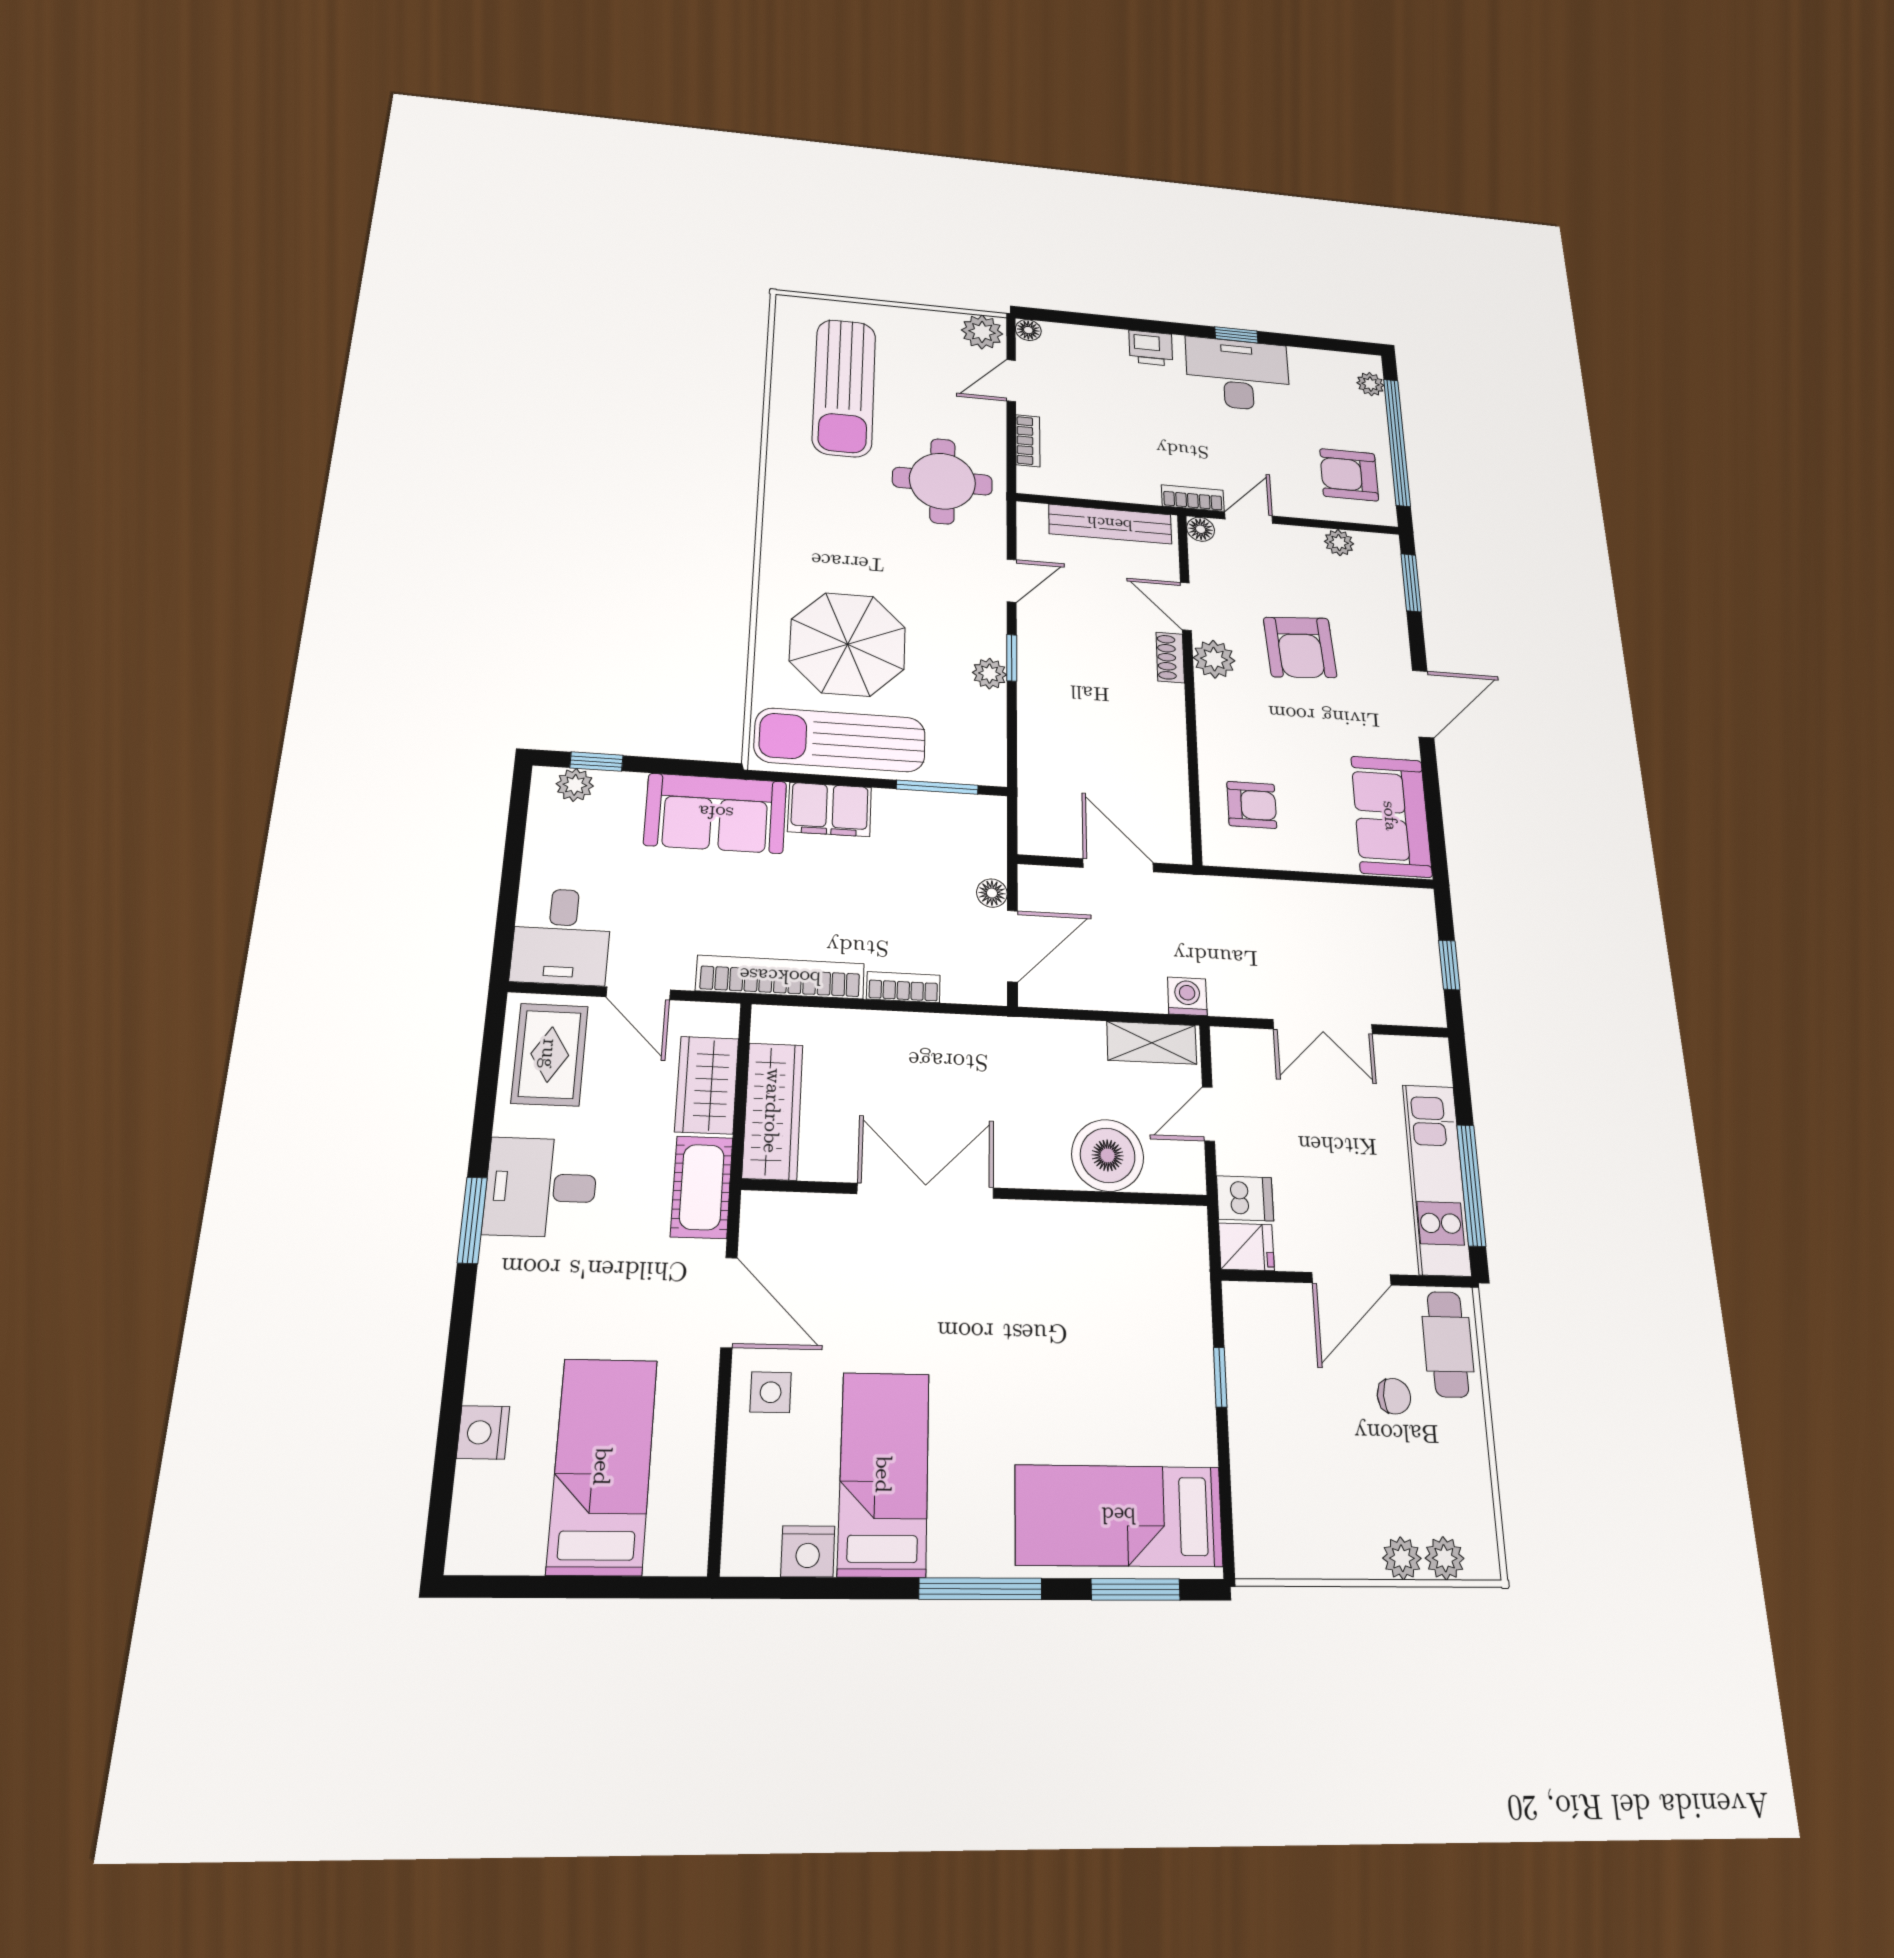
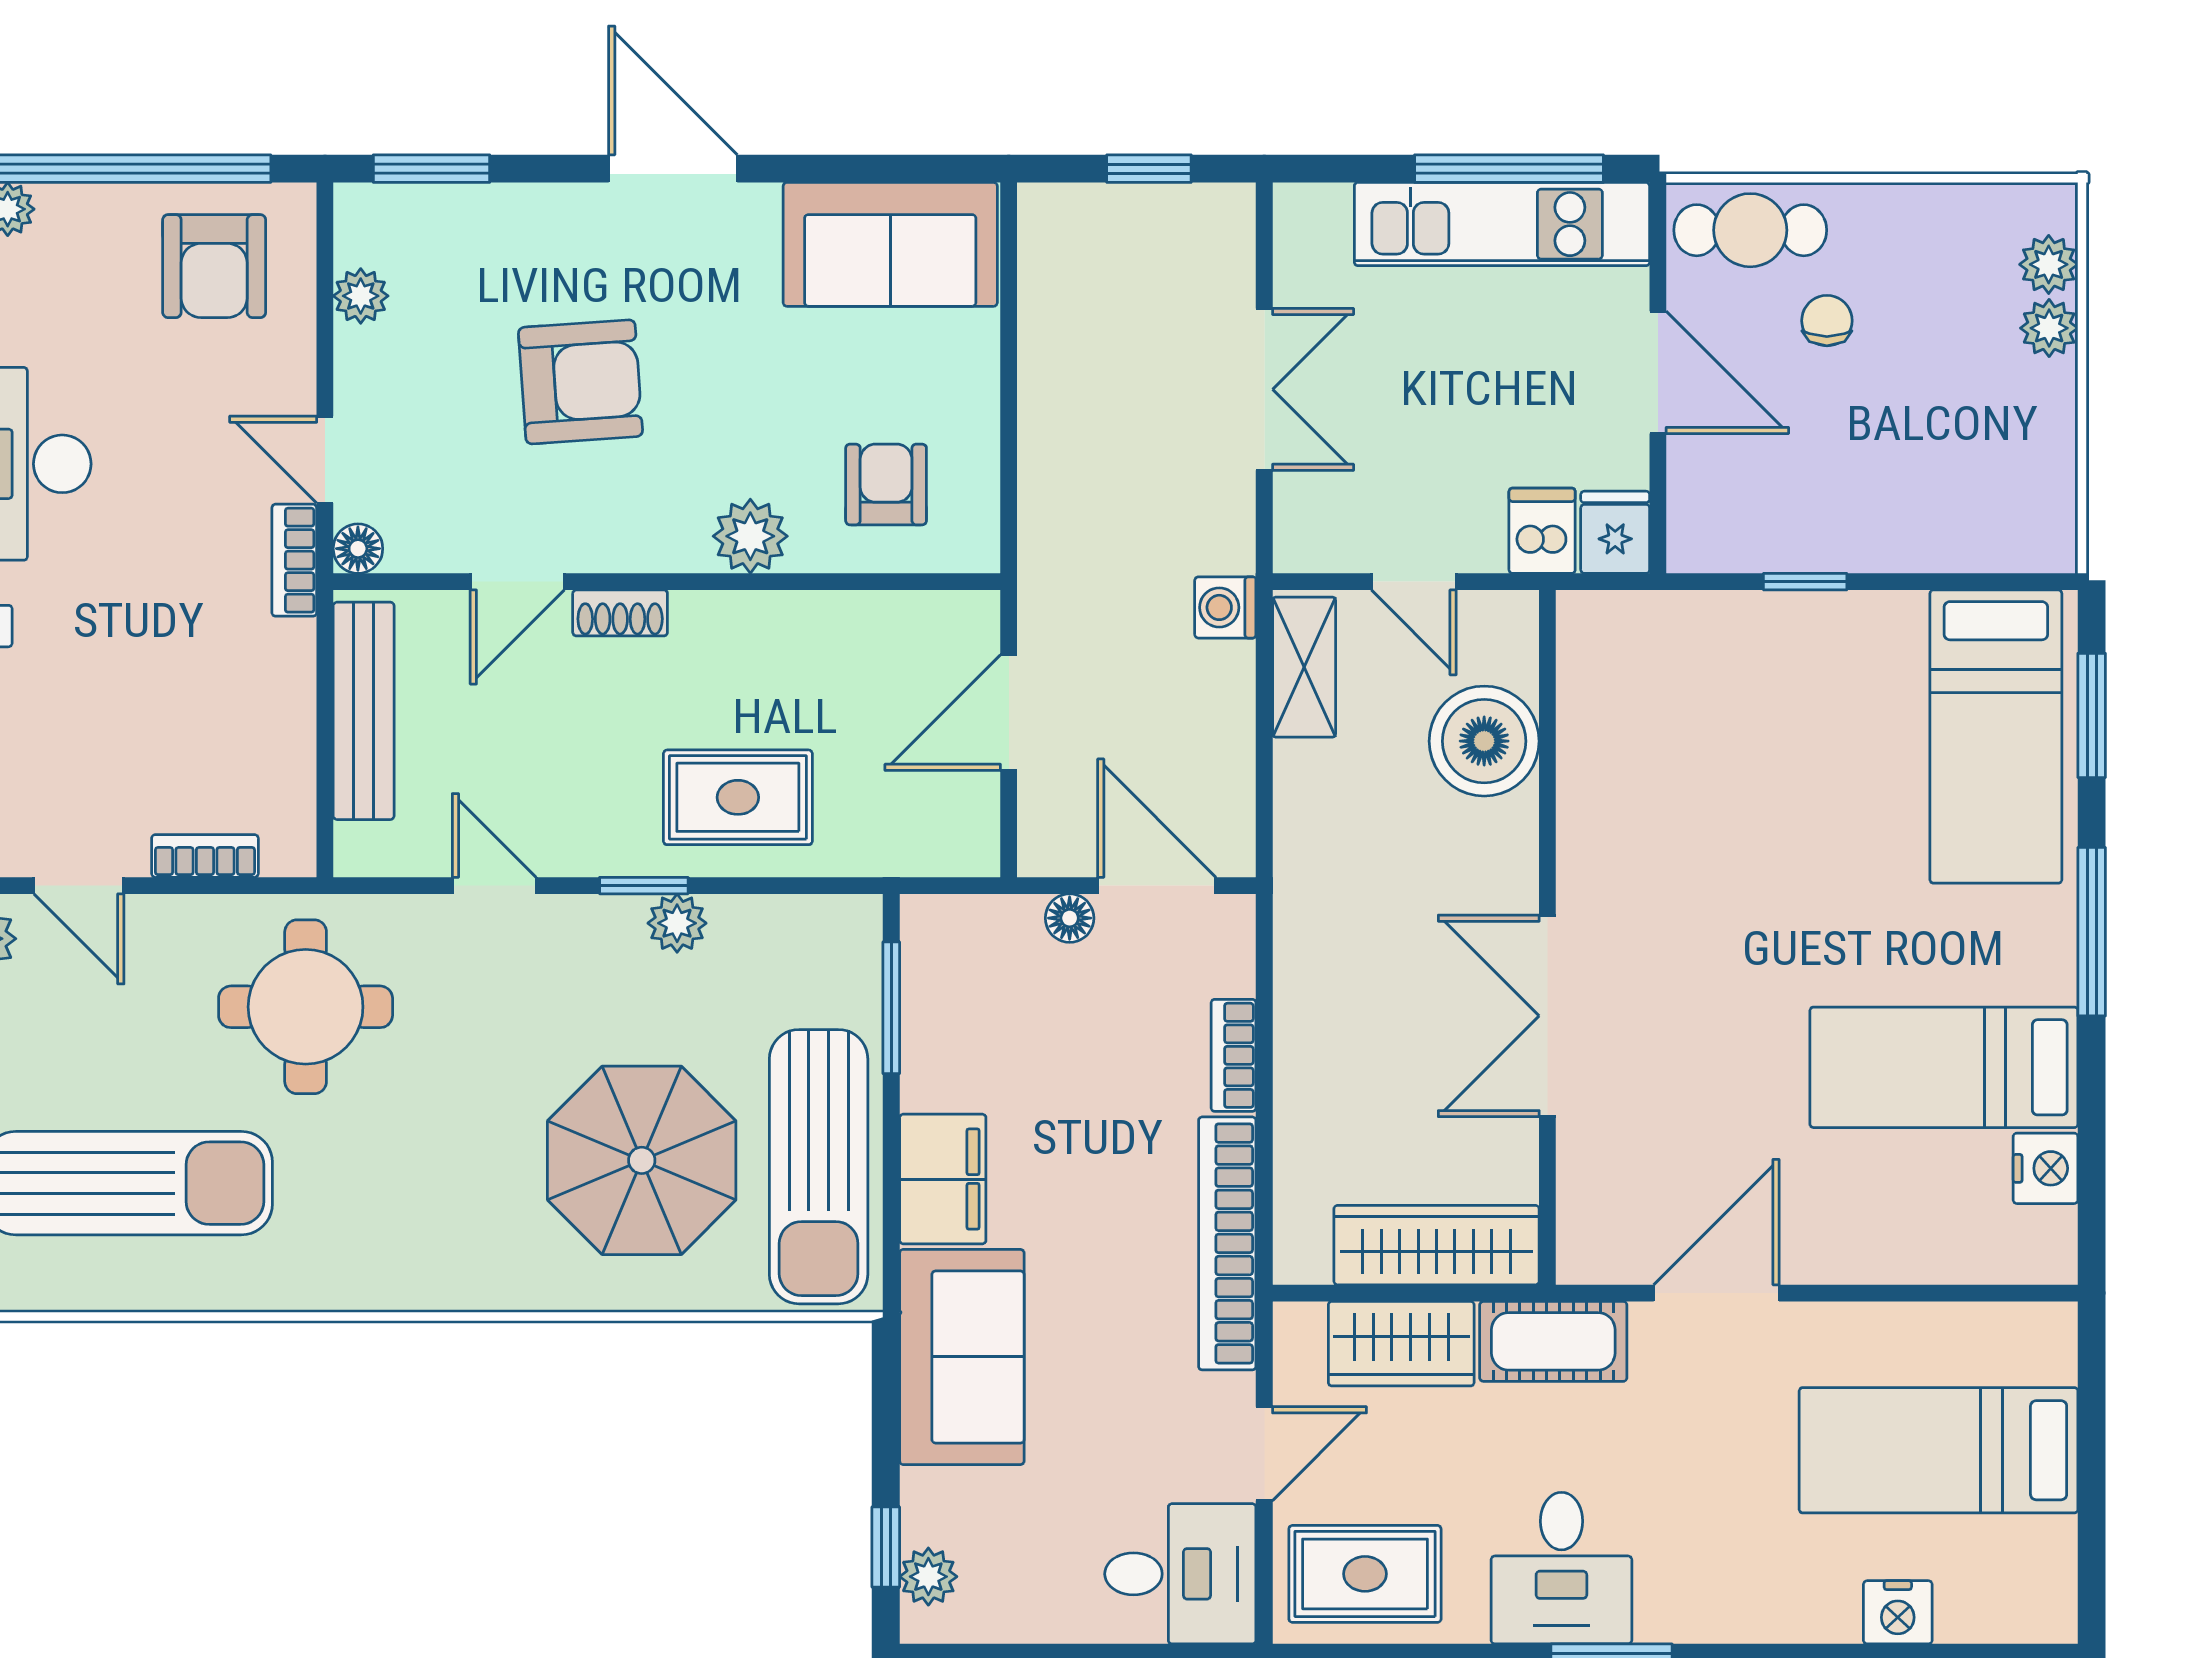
plant: (1214, 659) -> (750, 536), moved
rug: (1064, 712) -> (738, 797), added
side table: (771, 1392) -> (1838, 1229), removed

